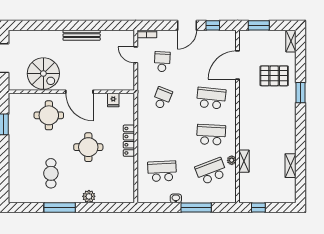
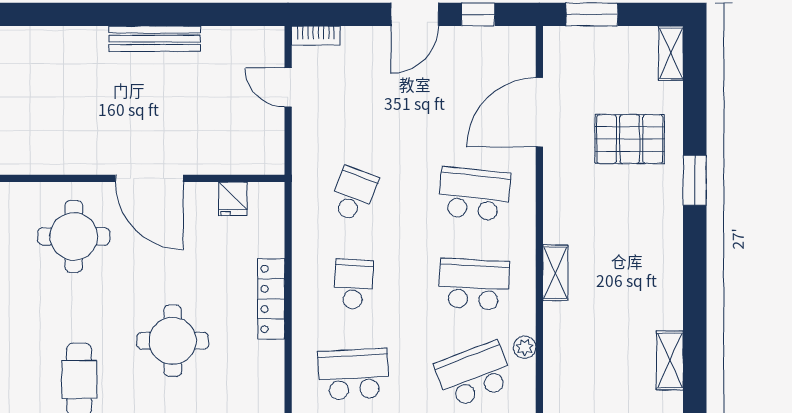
school desk: (162, 62) -> (353, 284), moved
spiral stairs: (43, 74) -> (60, 133), removed
round table: (88, 147) -> (173, 341), moved
shelving: (244, 161) -> (555, 273), moved

